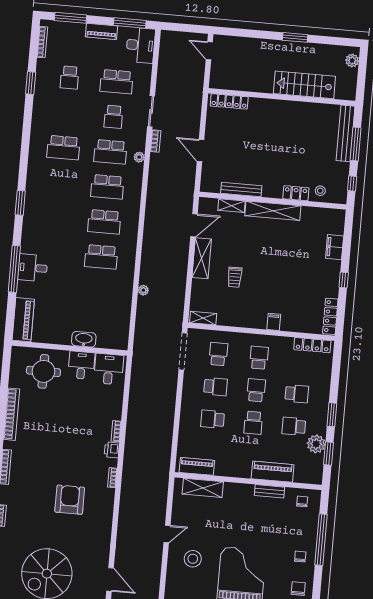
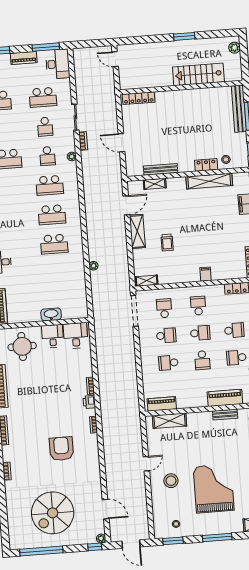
school desk: (110, 152) -> (47, 156), width x0.54
shelving: (273, 211) -> (209, 181), moved
school desk: (256, 390) -> (200, 333), turned 90

